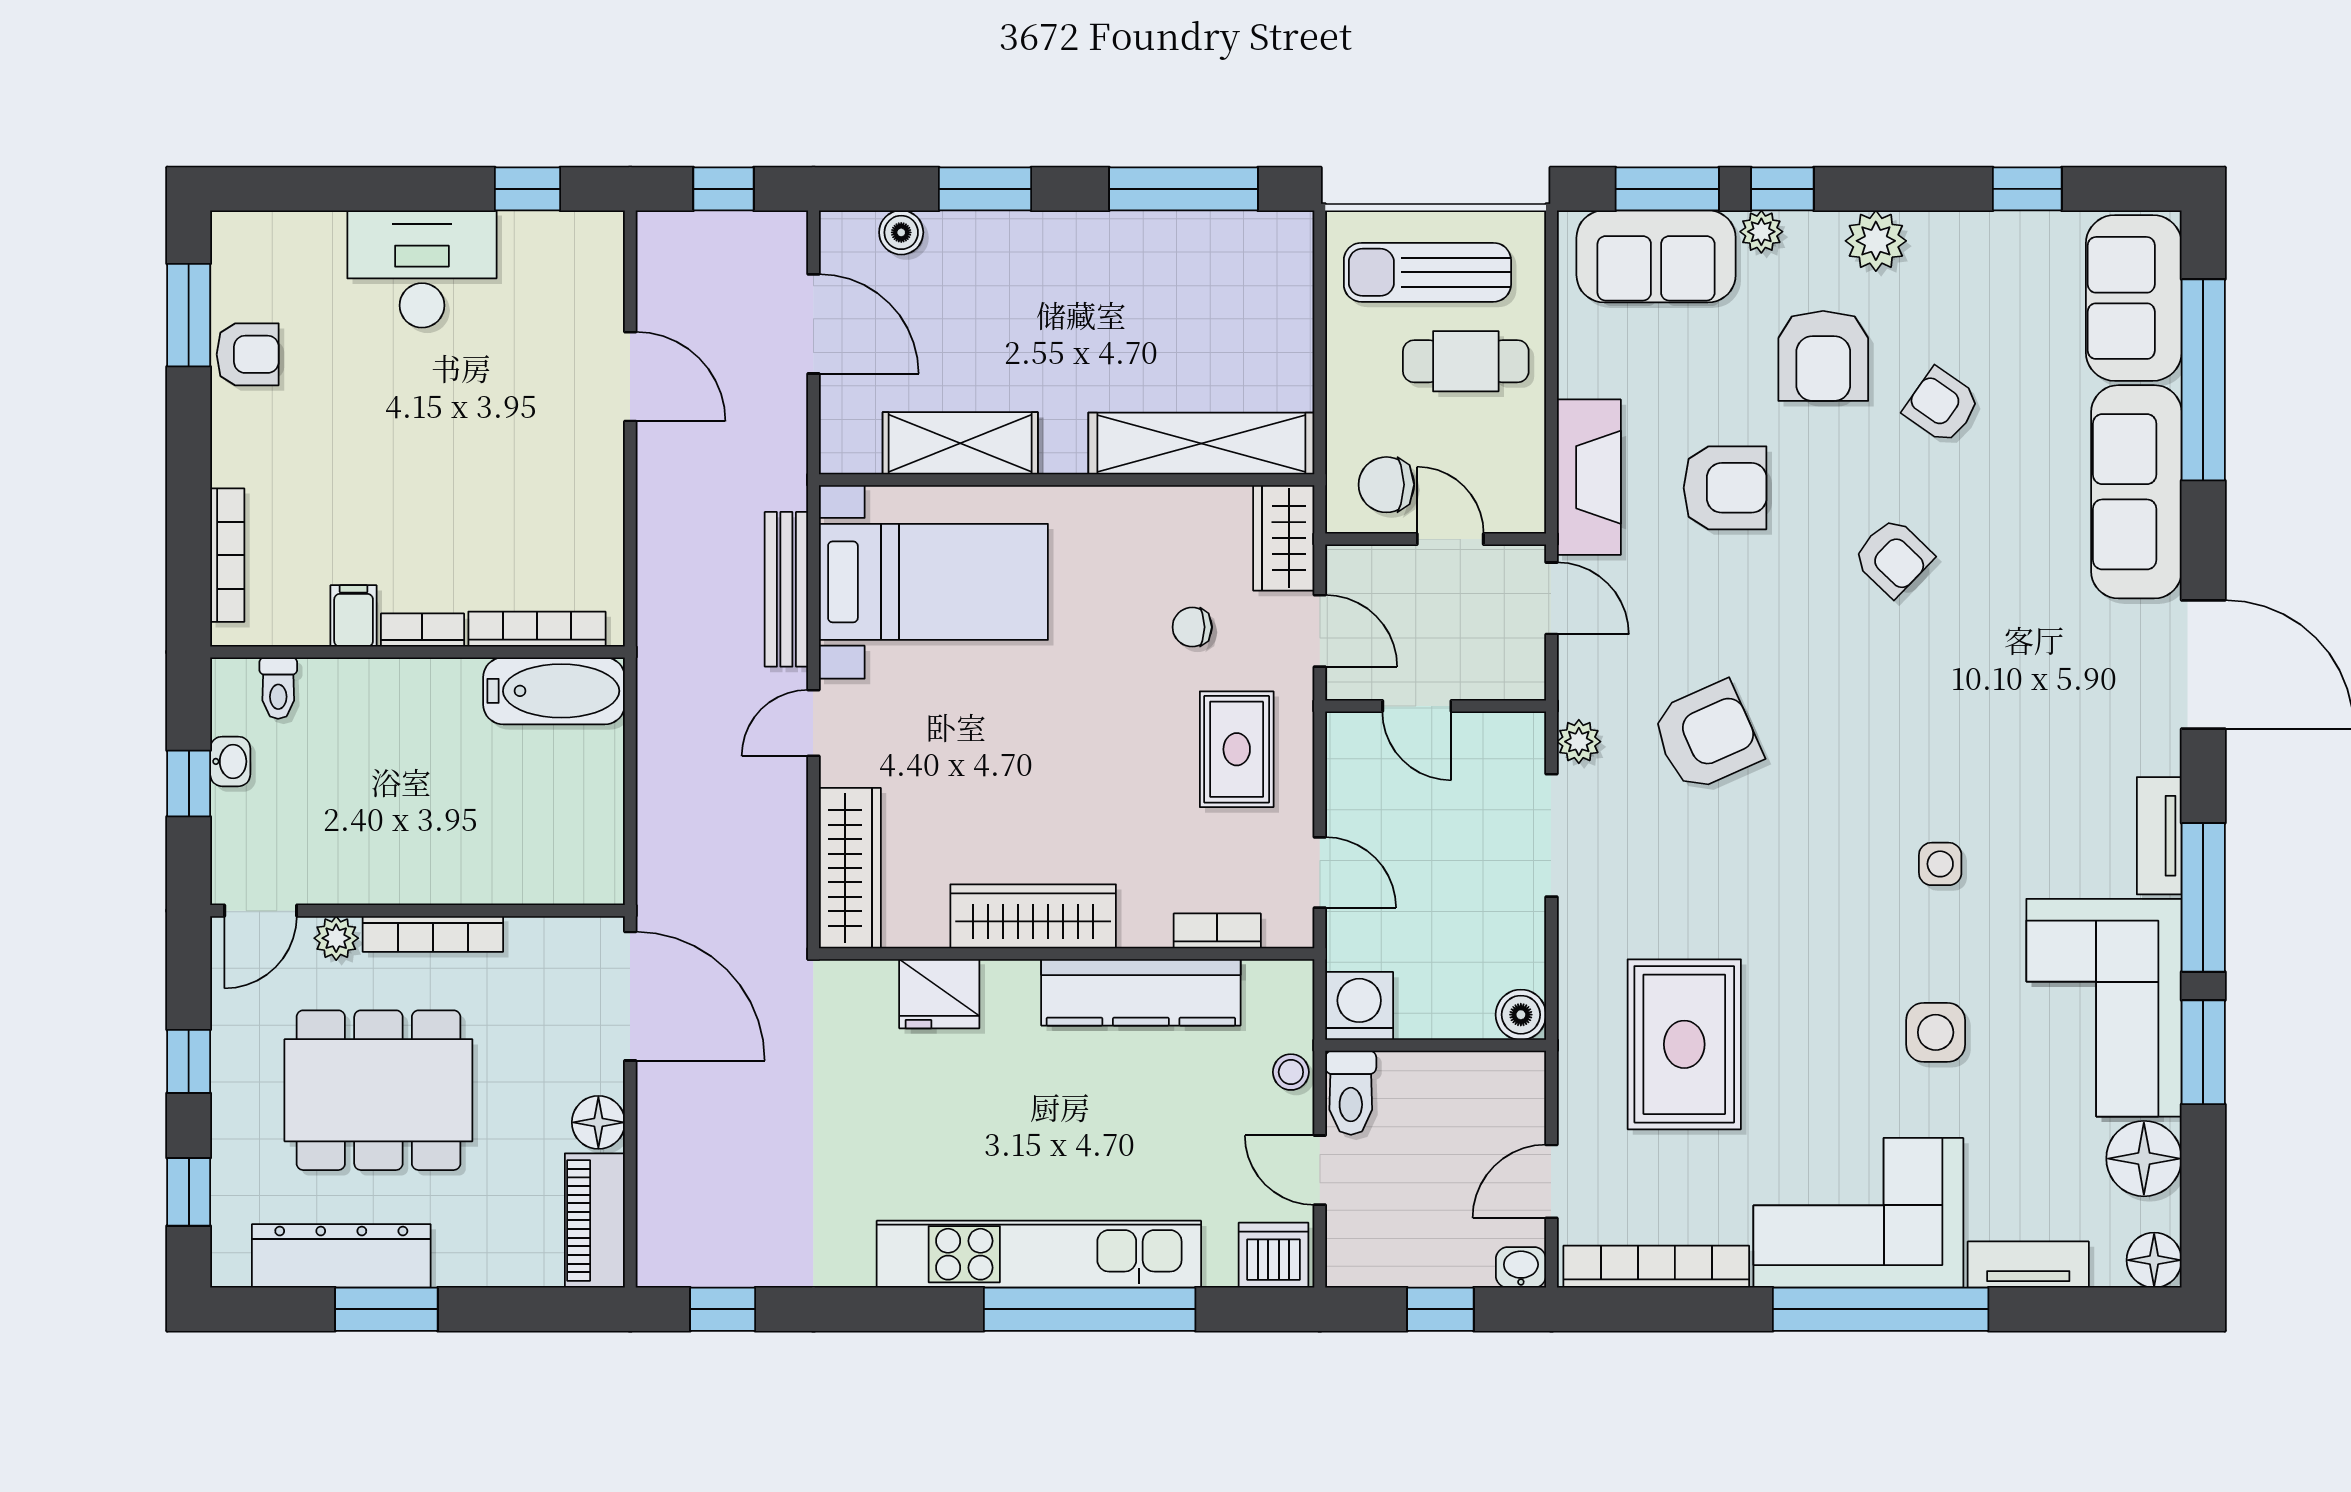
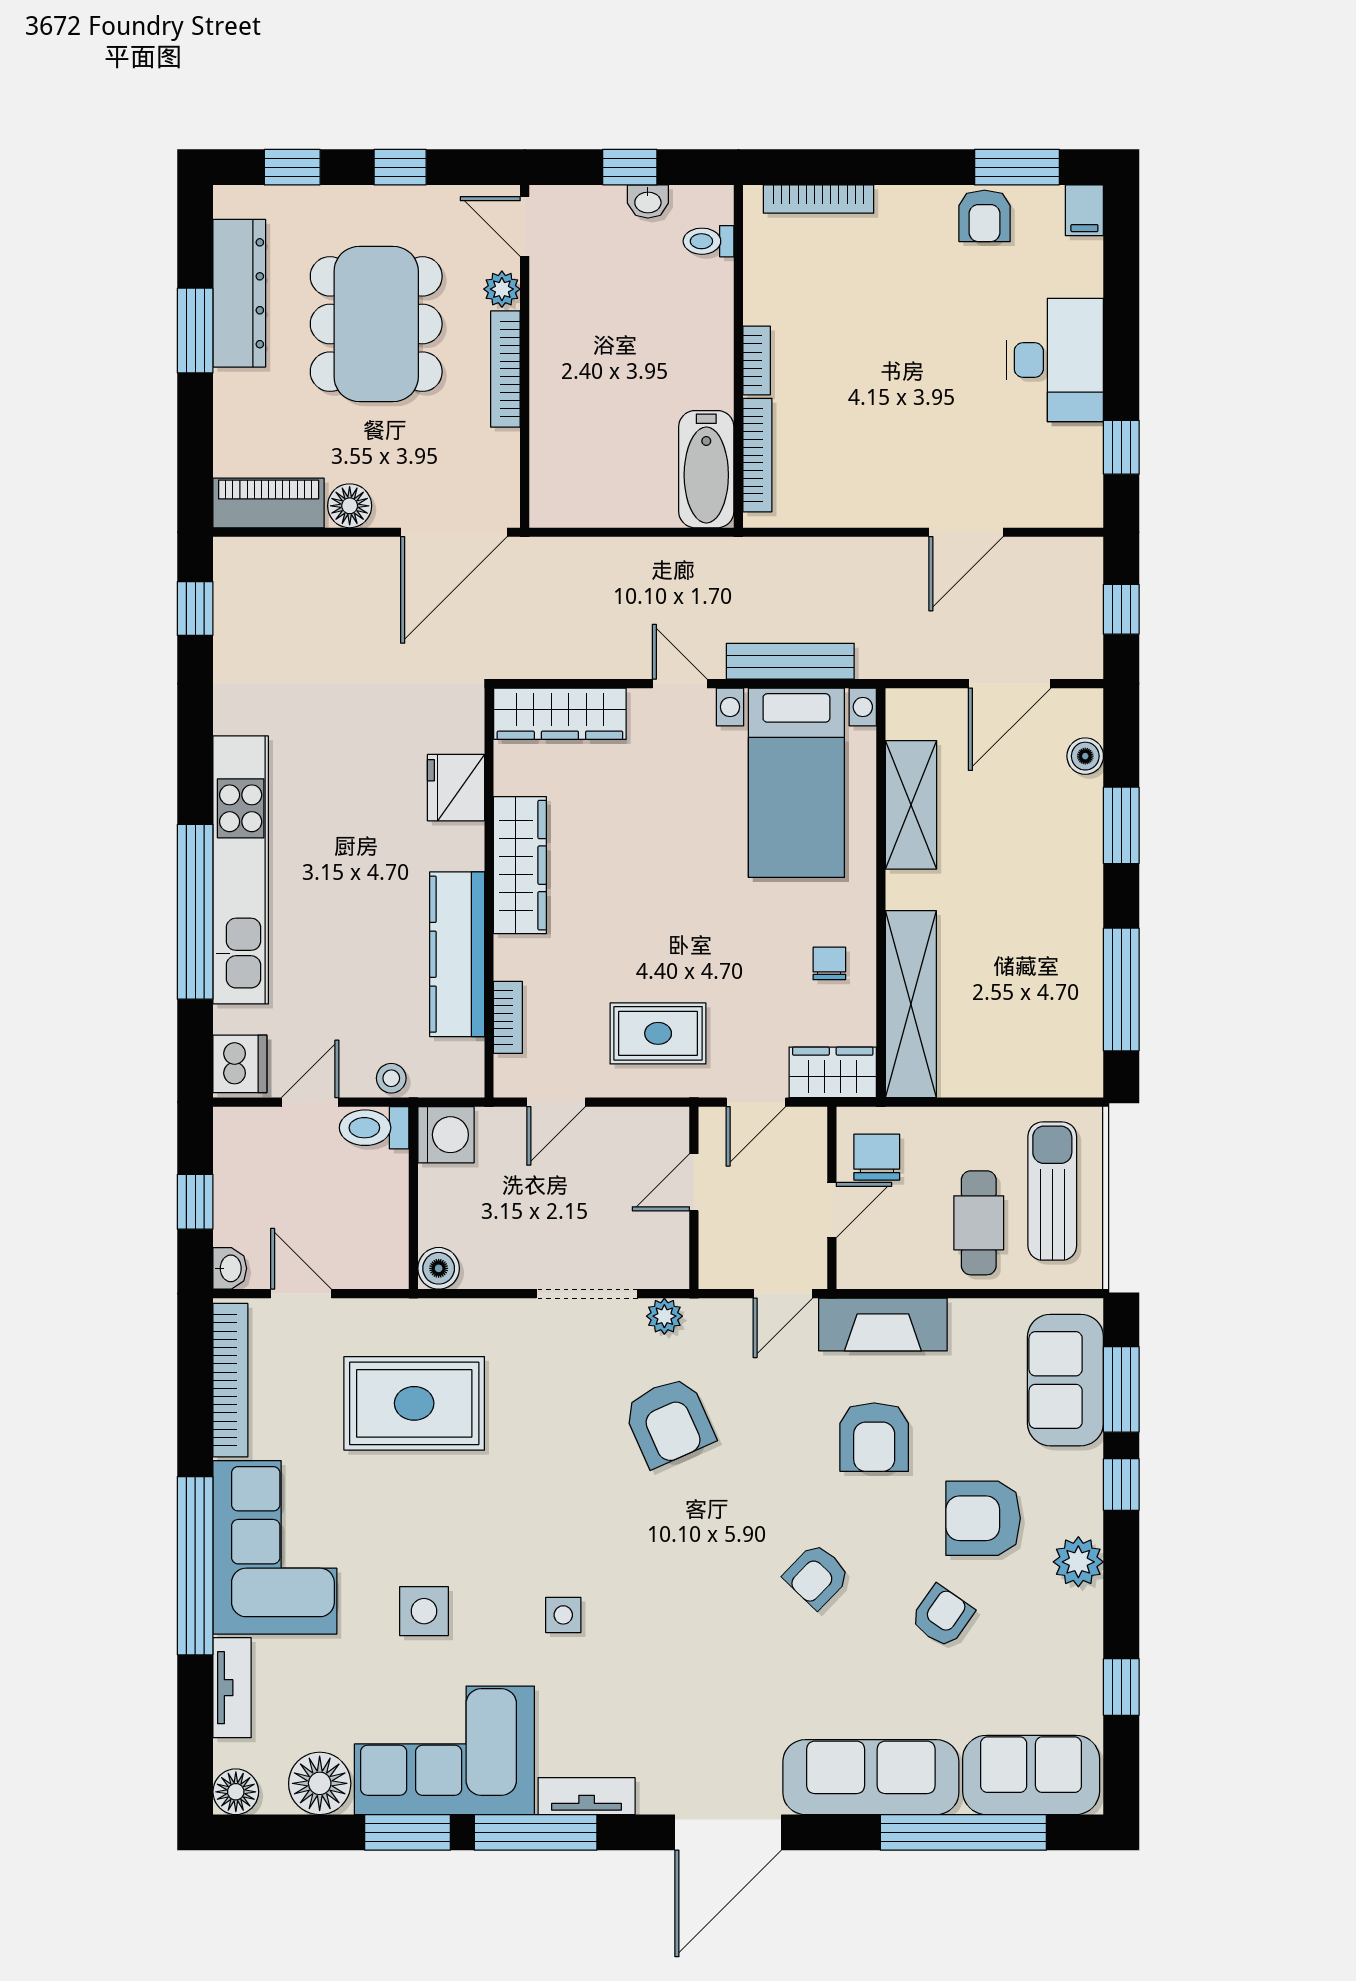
plant: (1761, 232) -> (1086, 1467), removed
filing cabinet: (354, 616) -> (1084, 210), moved, turned 90
chair: (1192, 627) -> (829, 963), moved

